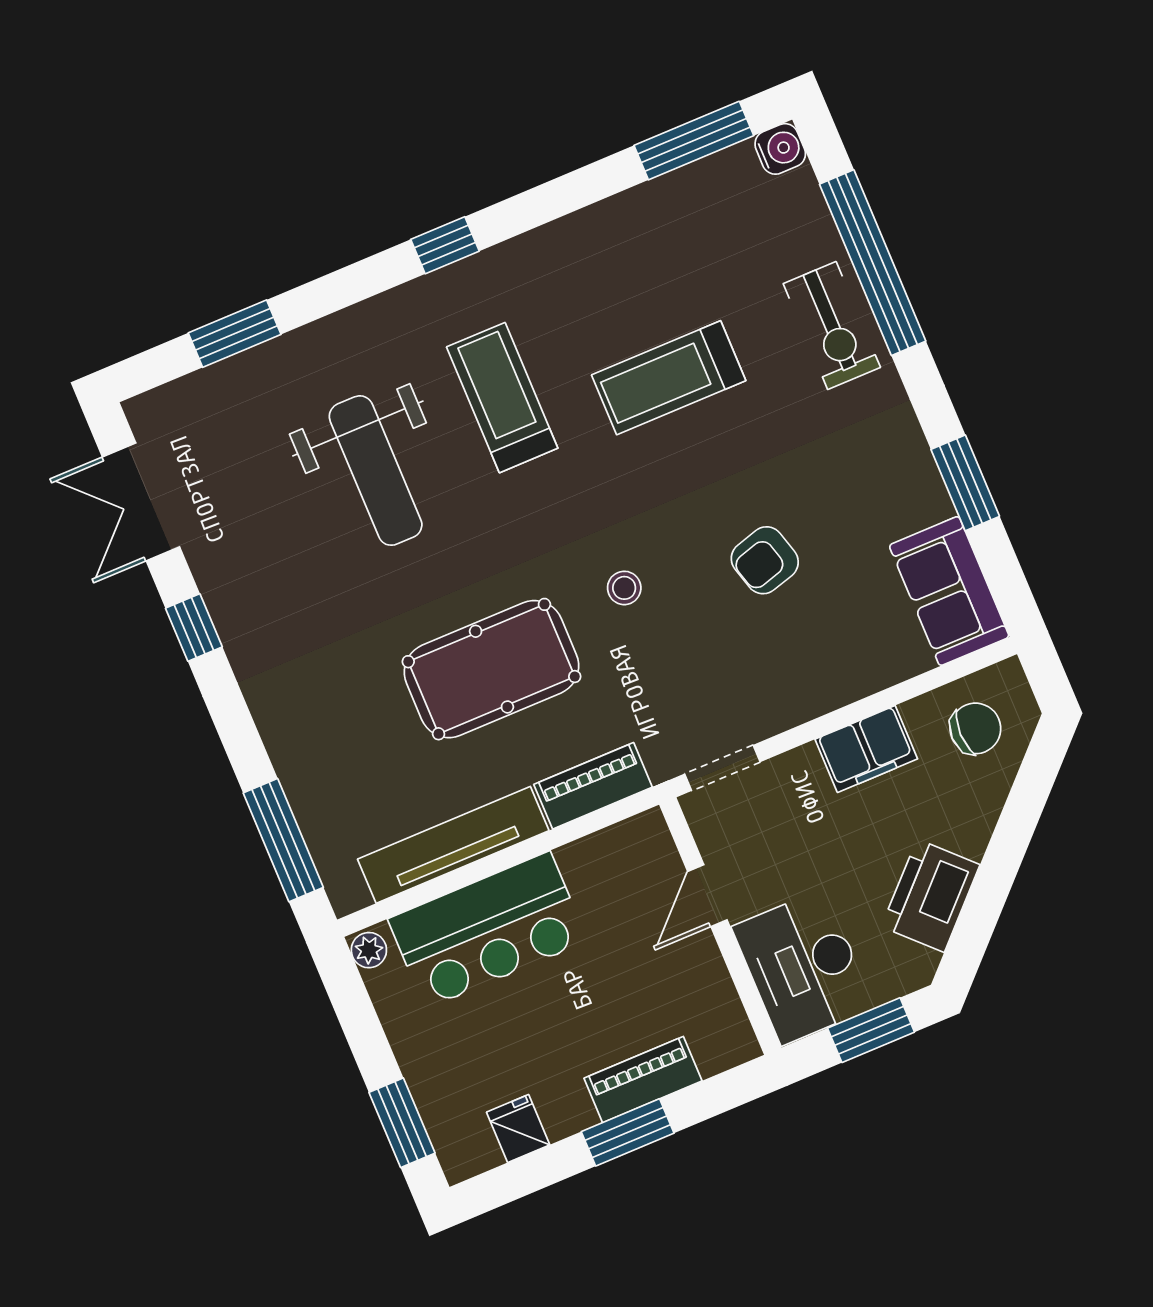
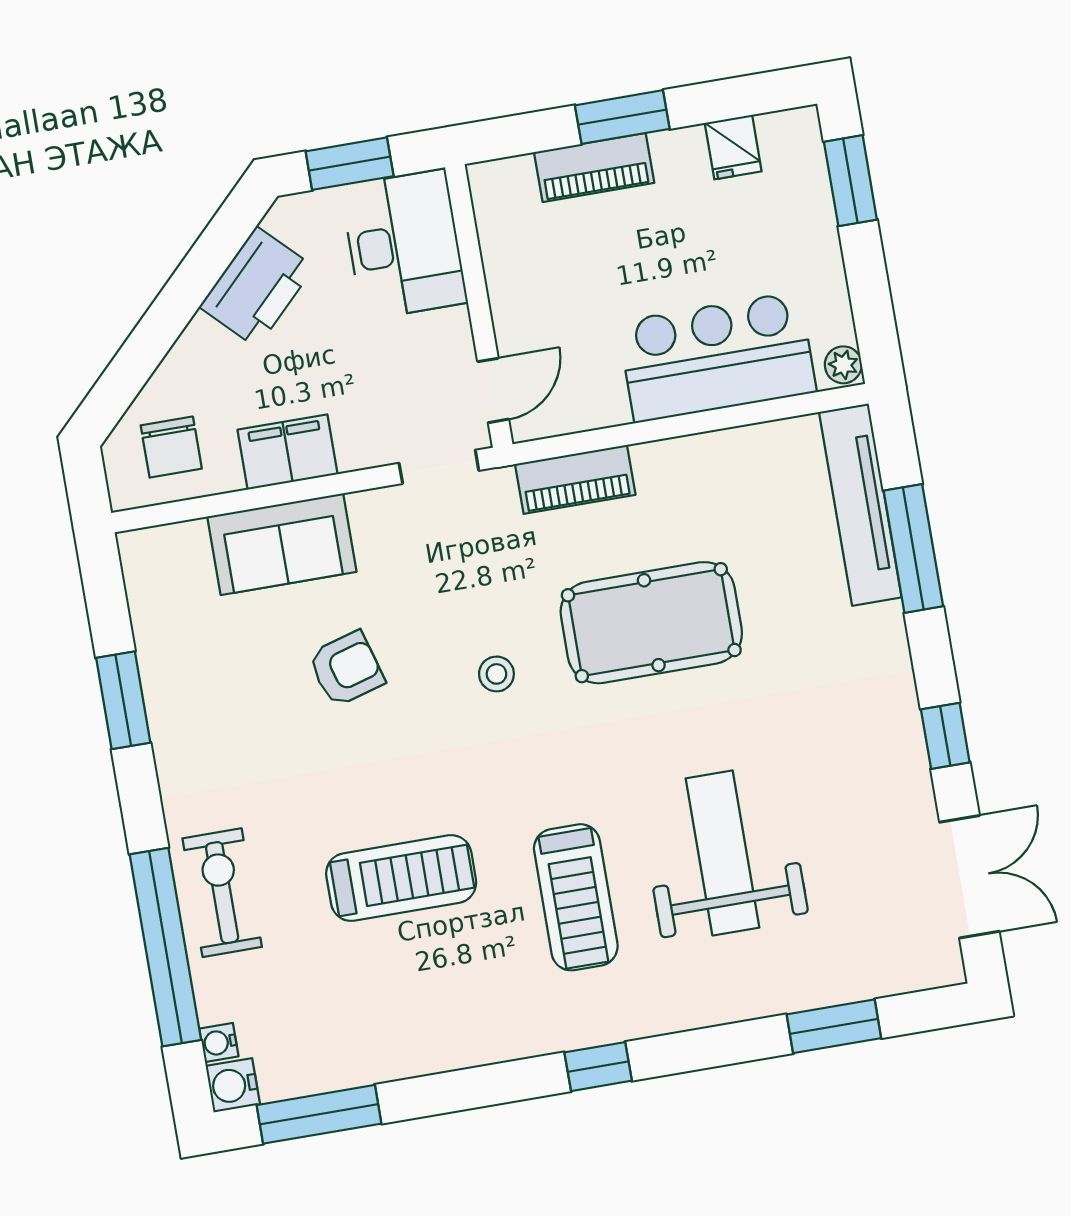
water cooler: (802, 186) -> (219, 1042), added
sofa: (949, 591) -> (282, 544), moved, turned 90
chair: (975, 728) -> (171, 447), turned -90
window: (283, 840) -> (913, 548), moved
tv unit: (453, 845) -> (860, 505), moved, turned 90
door: (707, 896) -> (493, 390), moved

